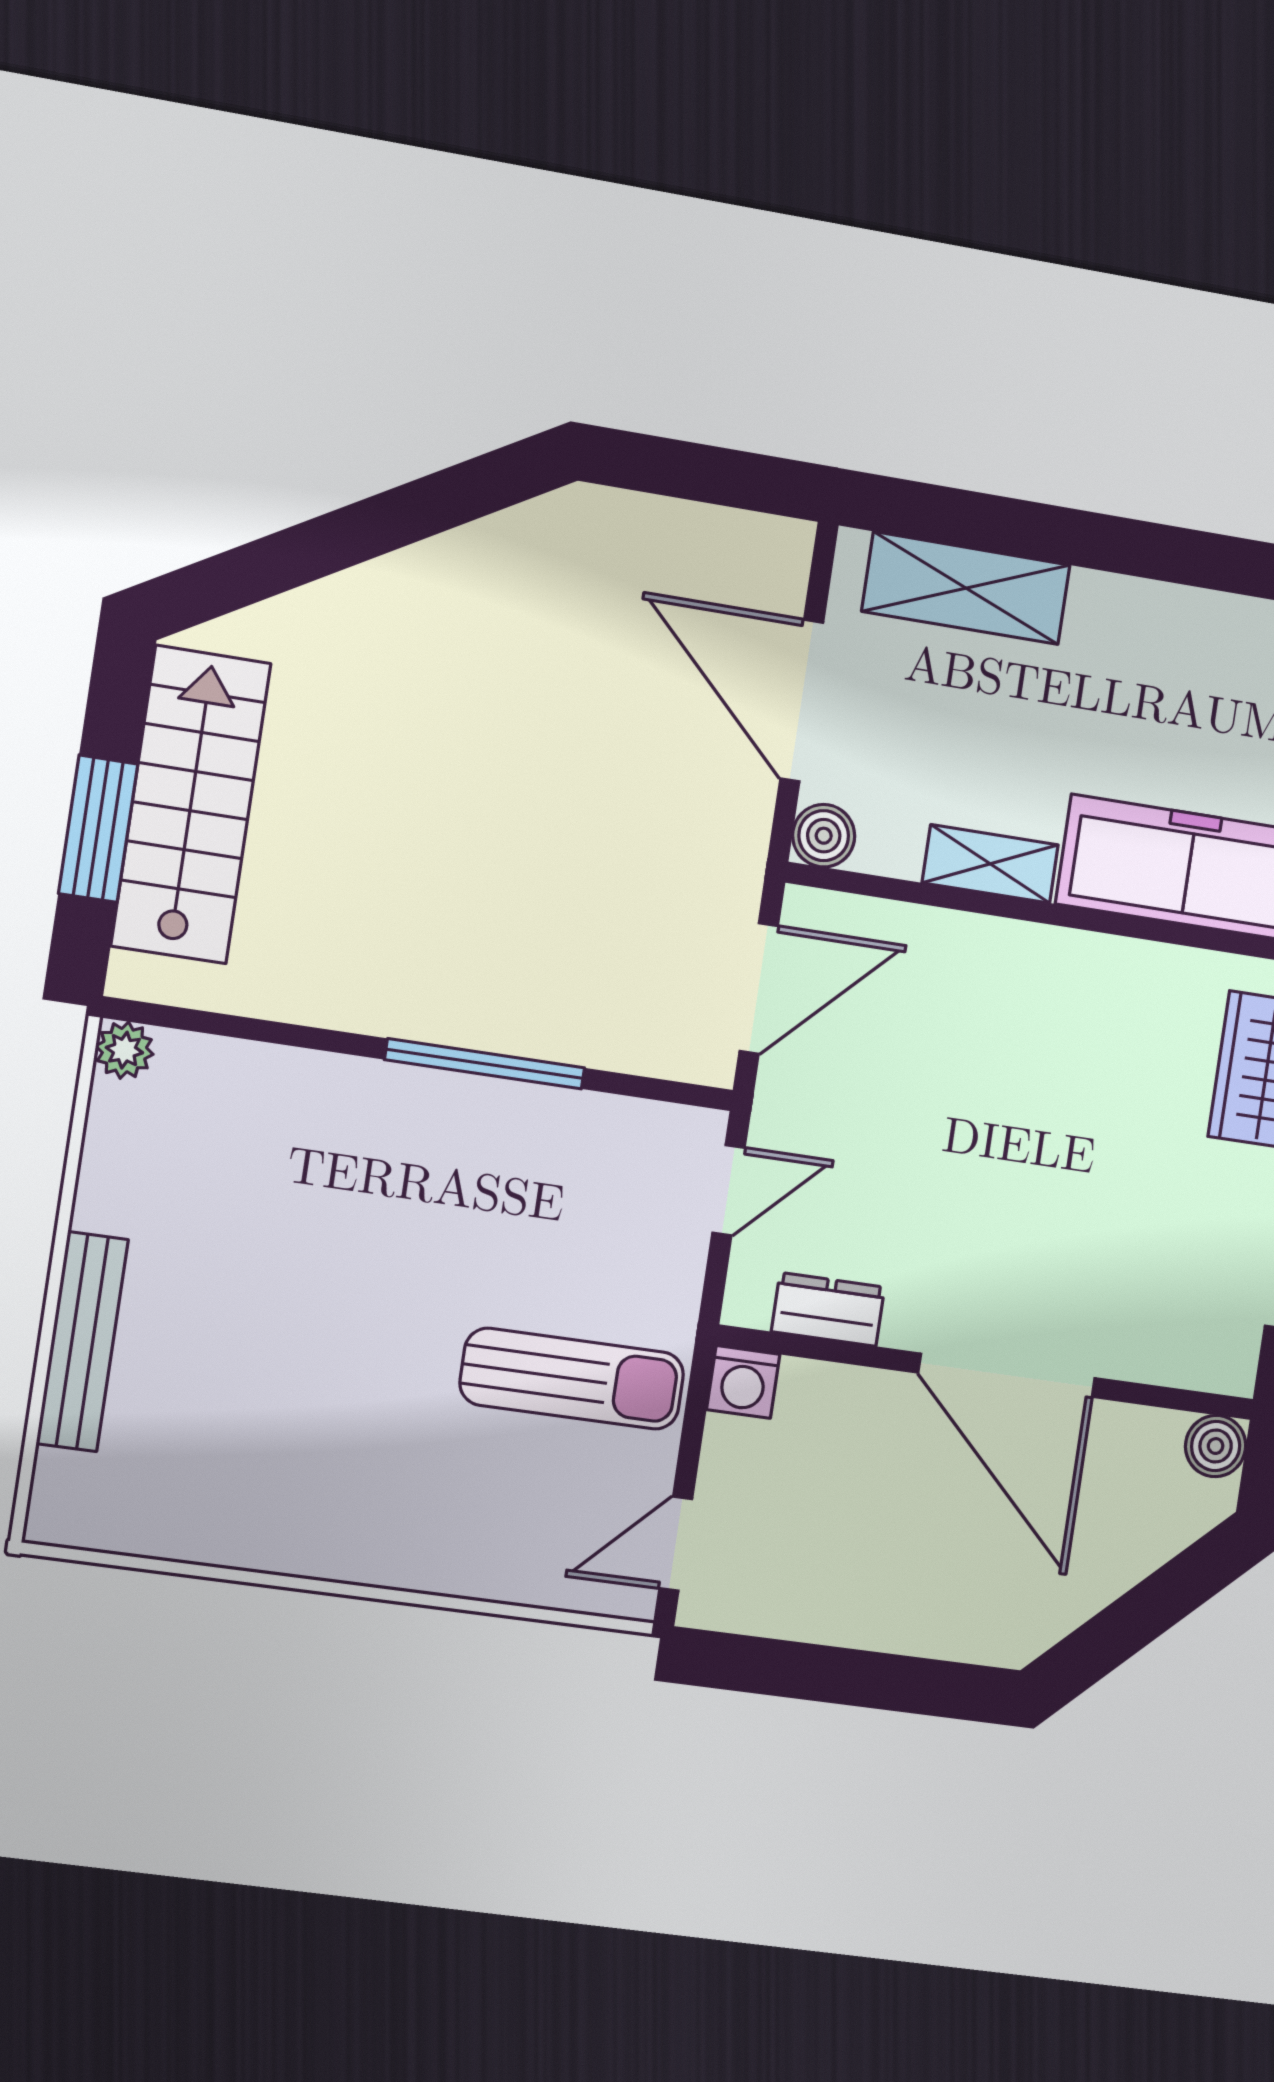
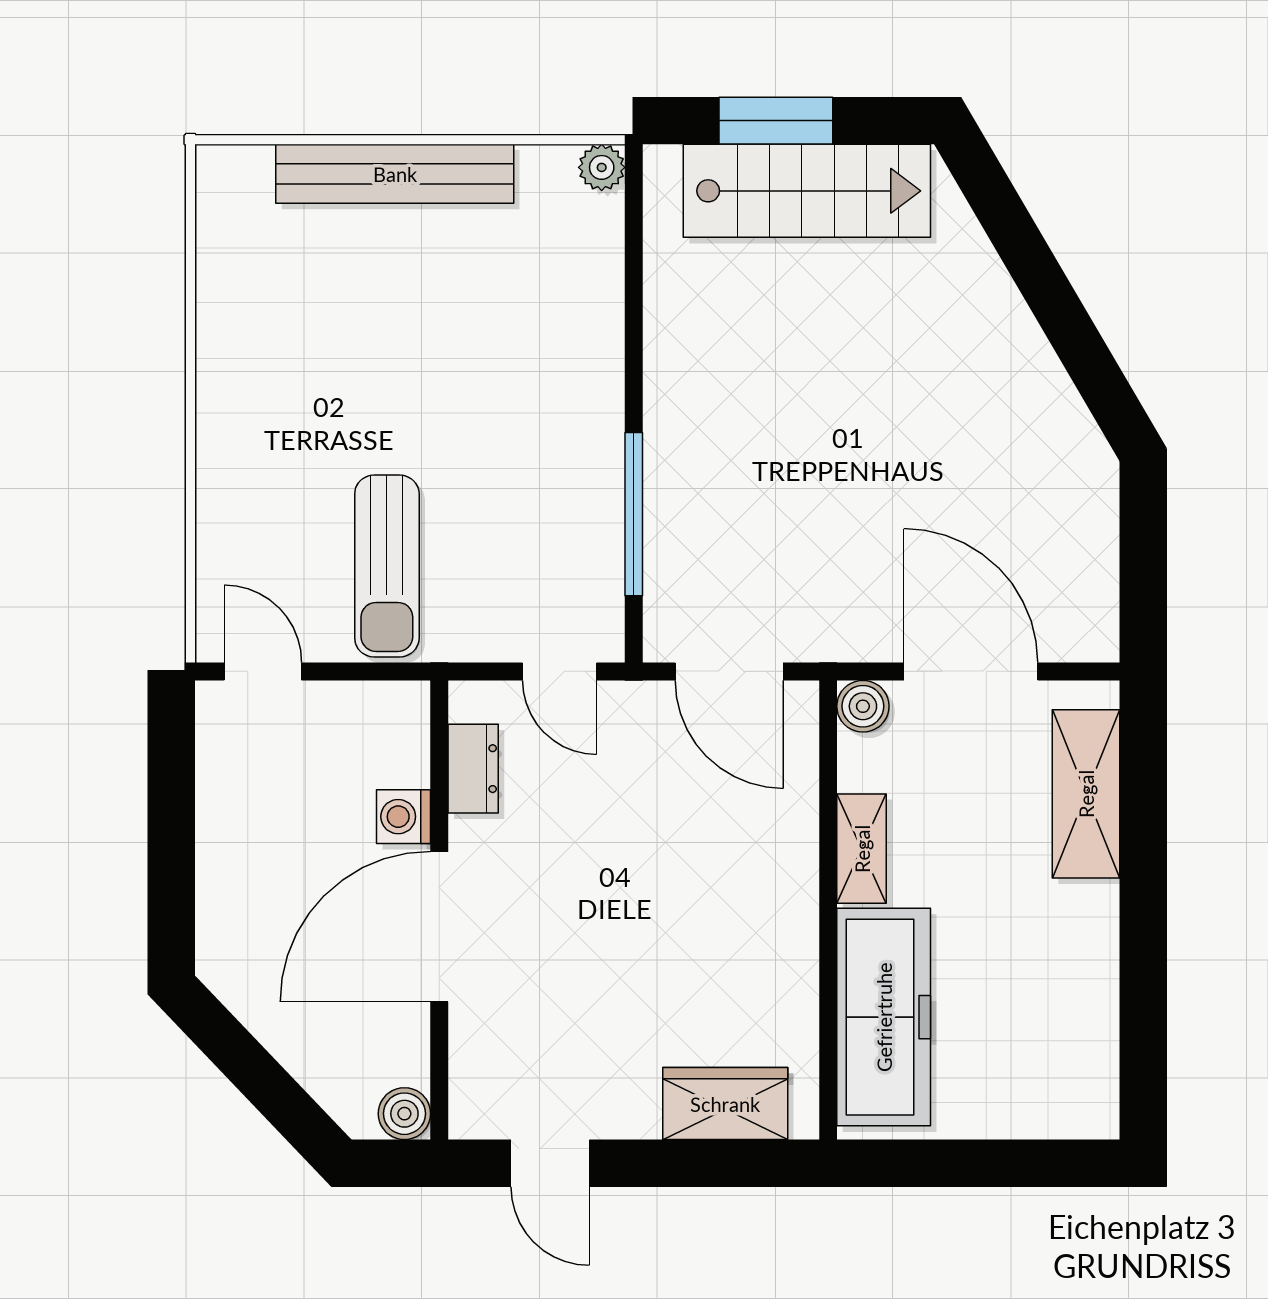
door: (802, 701) -> (971, 671), hinge flipped
window: (485, 1064) -> (634, 514), moved
bench: (82, 1342) -> (395, 174), width x1.37, depth x1.21
washing machine: (743, 1382) -> (404, 817), moved

